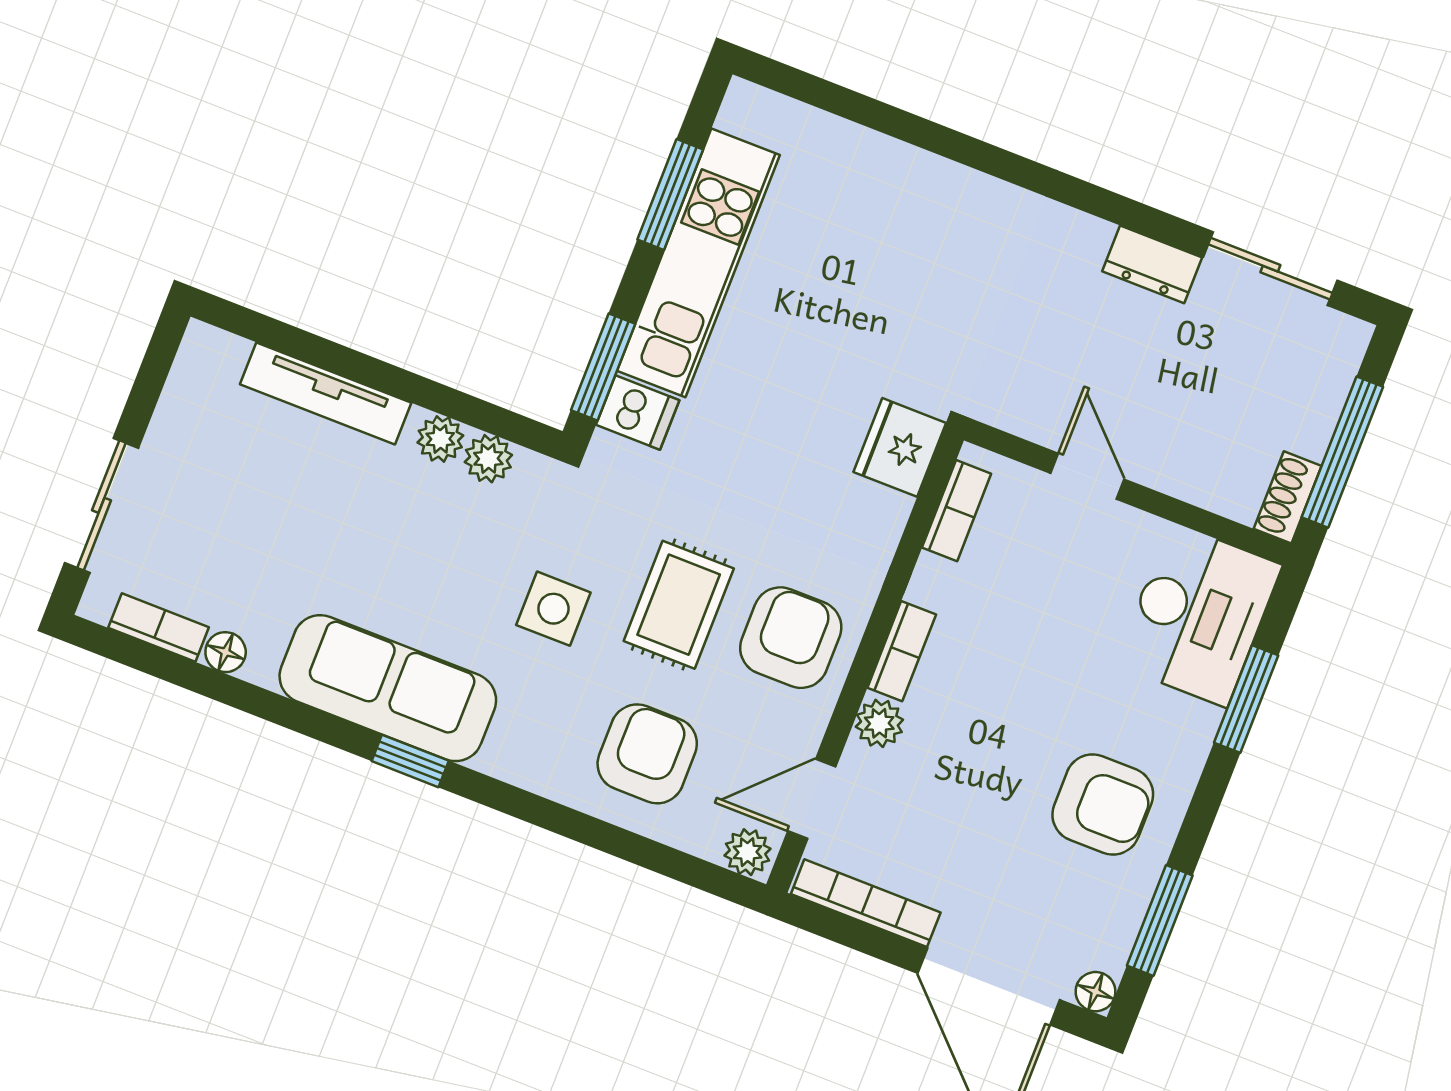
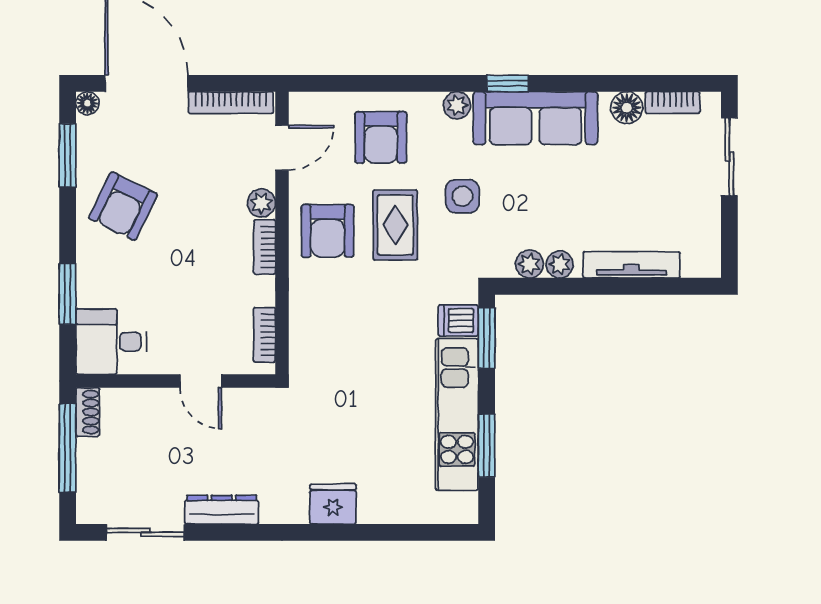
dresser: (1152, 264) -> (222, 510), width x1.44
fridge: (900, 447) -> (333, 504), moved, turned -90
desk: (1199, 615) -> (111, 342), width x0.73
floor lamp: (226, 652) -> (627, 108), width x1.37, depth x1.37
armchair: (1103, 805) -> (123, 206), turned -64
plant: (747, 852) -> (457, 105), moved

